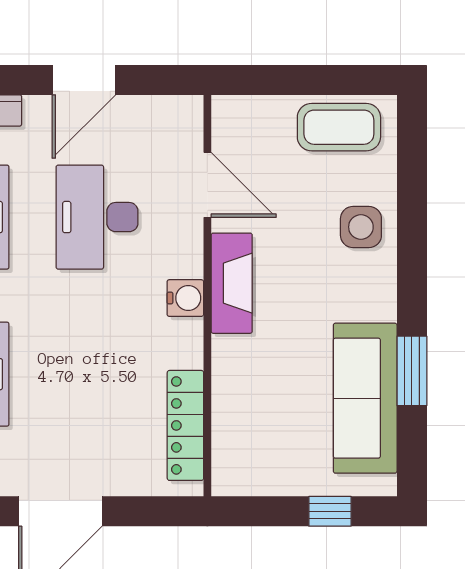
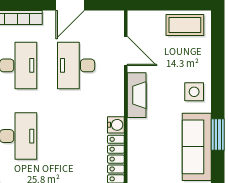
side table: (361, 227) -> (194, 92), moved
water cooler: (185, 298) -> (116, 125), moved

